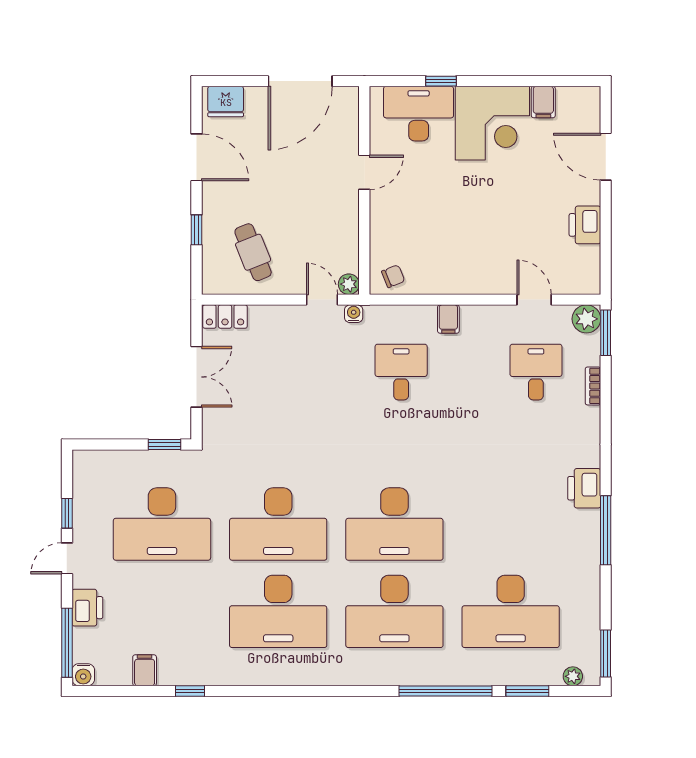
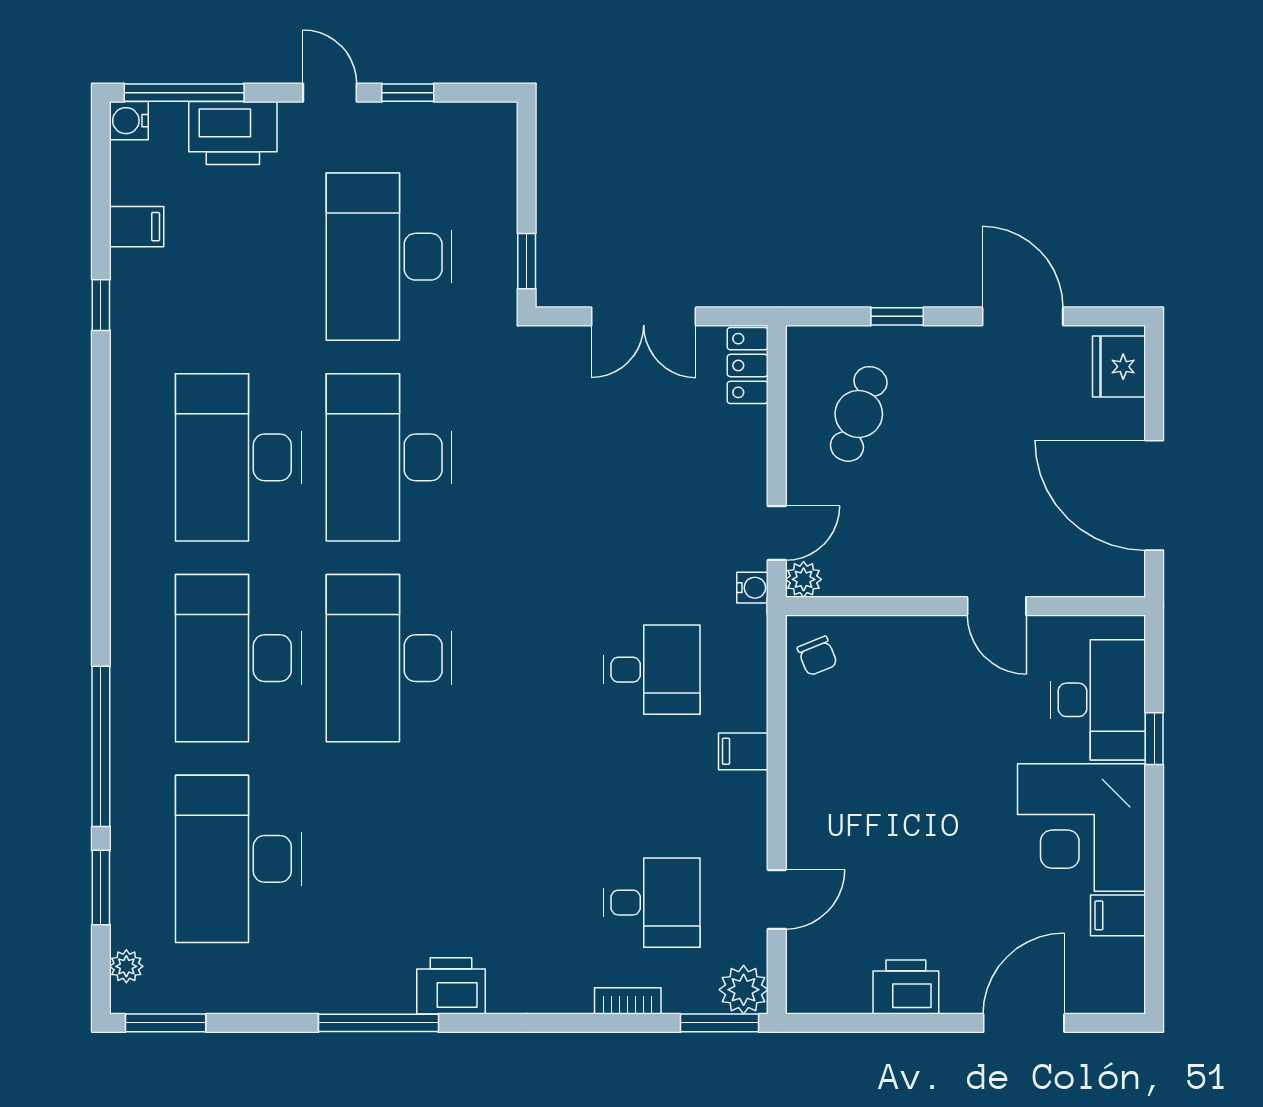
door: (197, 157) -> (1023, 316), swing flipped
cafe table: (253, 252) -> (859, 414), turned -48
printer: (87, 608) -> (233, 133), width x1.37, depth x1.19

